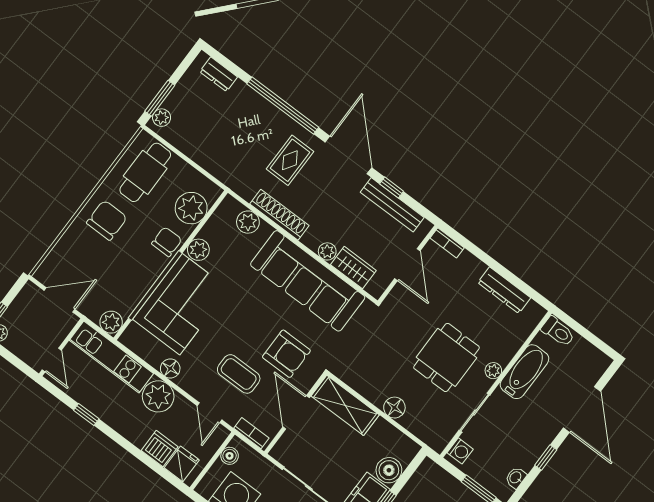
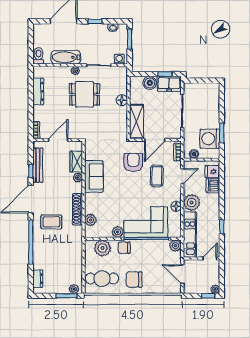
sofa: (308, 281) -> (94, 176), width x0.54, depth x0.79

